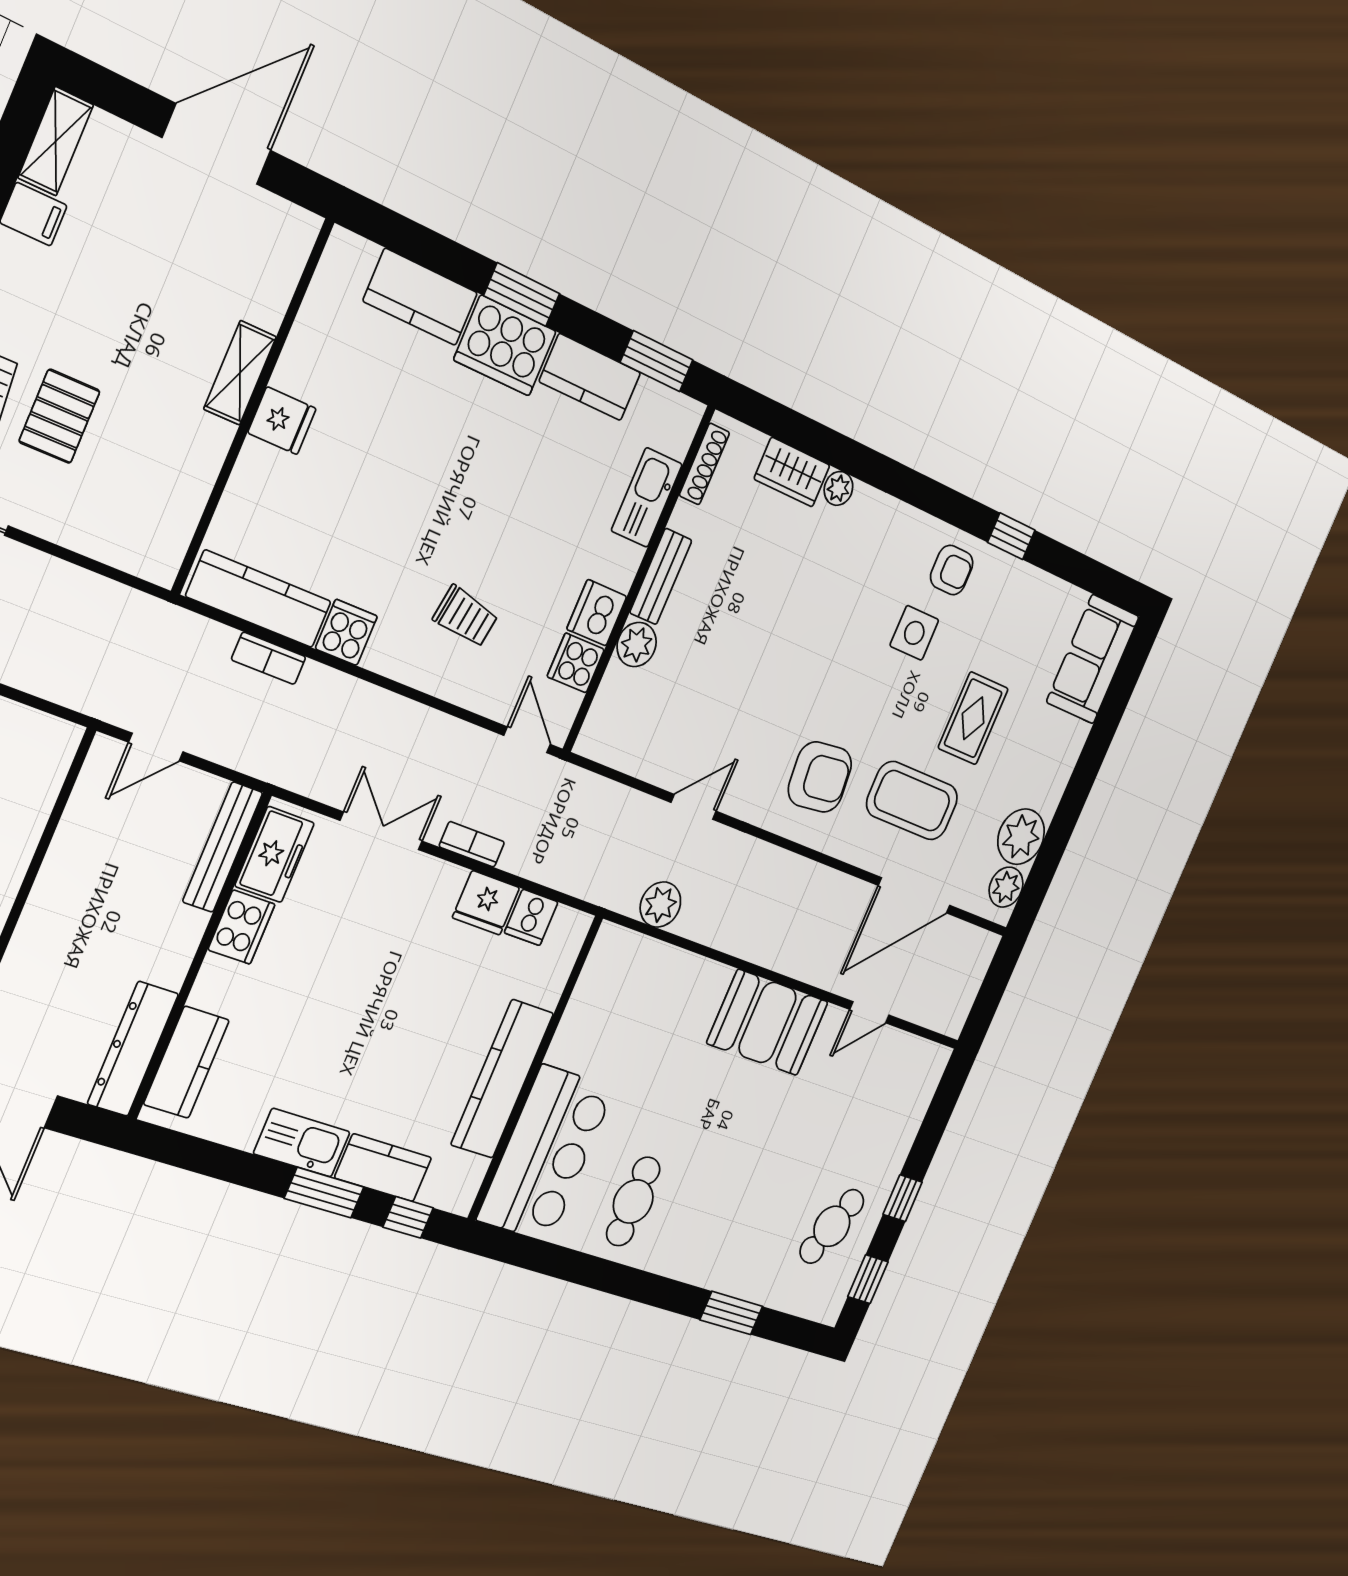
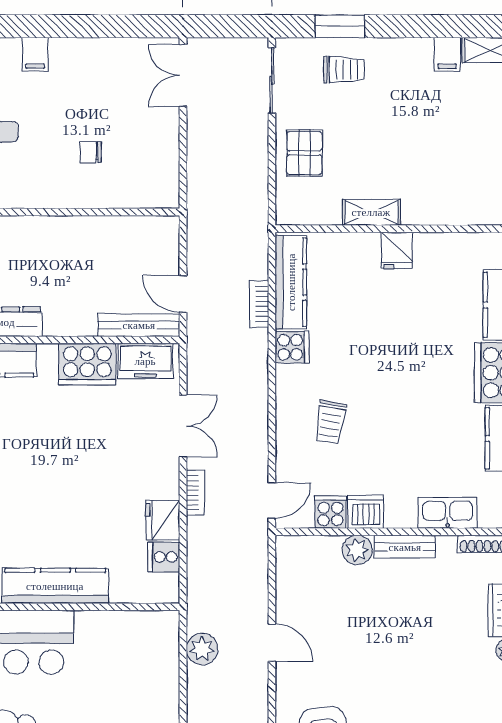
shelving: (240, 373) -> (371, 212), moved
pallet: (59, 416) -> (304, 153), moved, turned 90
door: (156, 747) -> (183, 294), moved
cooker: (241, 927) -> (87, 364), width x1.37, depth x1.31

